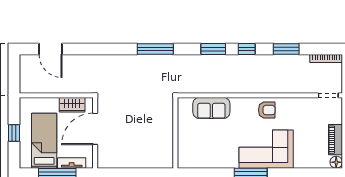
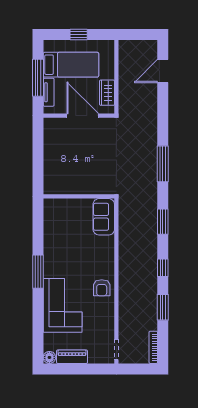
window: (155, 49) -> (163, 164), moved
window: (213, 49) -> (163, 222), moved
sofa: (211, 108) -> (104, 217), moved
corner sofa: (266, 149) -> (63, 305), moved

